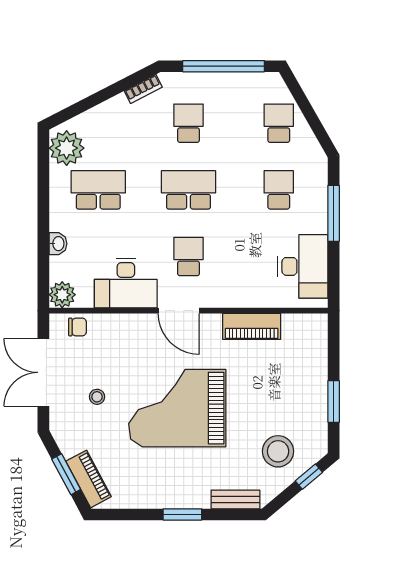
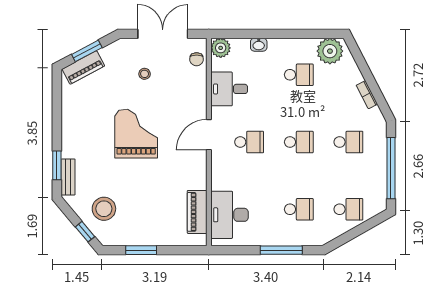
bookcase: (143, 89) -> (367, 95), moved
school desk: (98, 190) -> (299, 75), width x0.54
school desk: (189, 190) -> (299, 142), width x0.54
desk: (303, 266) -> (229, 215), moved, turned 90
desk: (126, 283) -> (229, 89), width x0.73
piano: (252, 326) -> (197, 212), moved
grand piano: (177, 408) -> (136, 134), width x0.73, depth x0.68
window: (182, 514) -> (57, 165), moved

